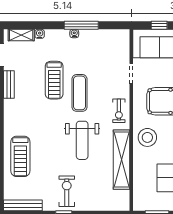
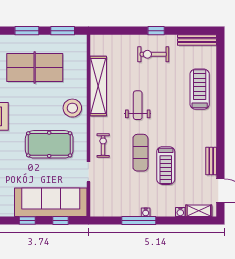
treadmill: (54, 80) -> (166, 166), turned 180
exercise bike: (119, 111) -> (103, 145), moved
weight bench: (82, 140) -> (138, 105), width x0.73, depth x0.75
exercise bike: (67, 191) -> (153, 54), turned 90

